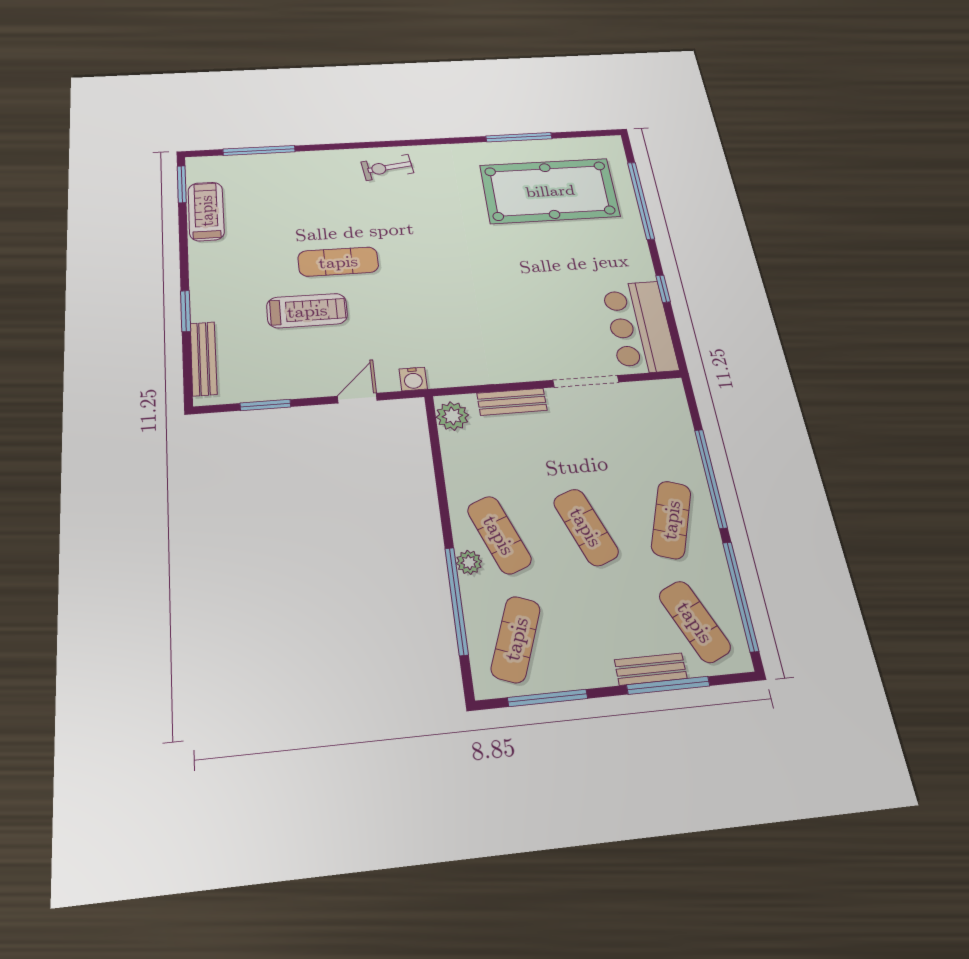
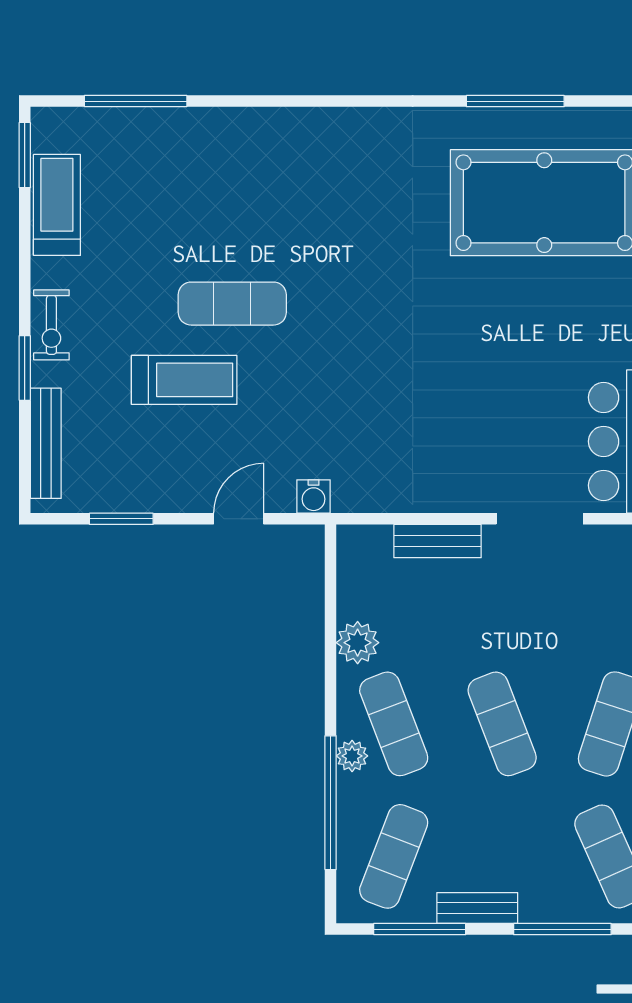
exercise bike: (387, 167) -> (51, 325), moved, turned -82
plant: (452, 416) -> (358, 643), moved
bench: (651, 669) -> (477, 908), moved

